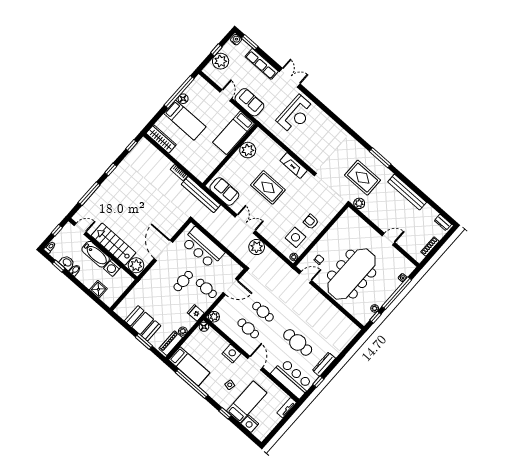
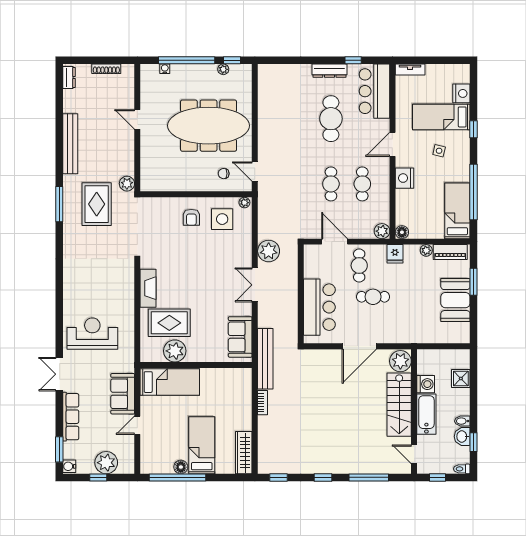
rug: (268, 187) -> (169, 323), moved, turned 90

